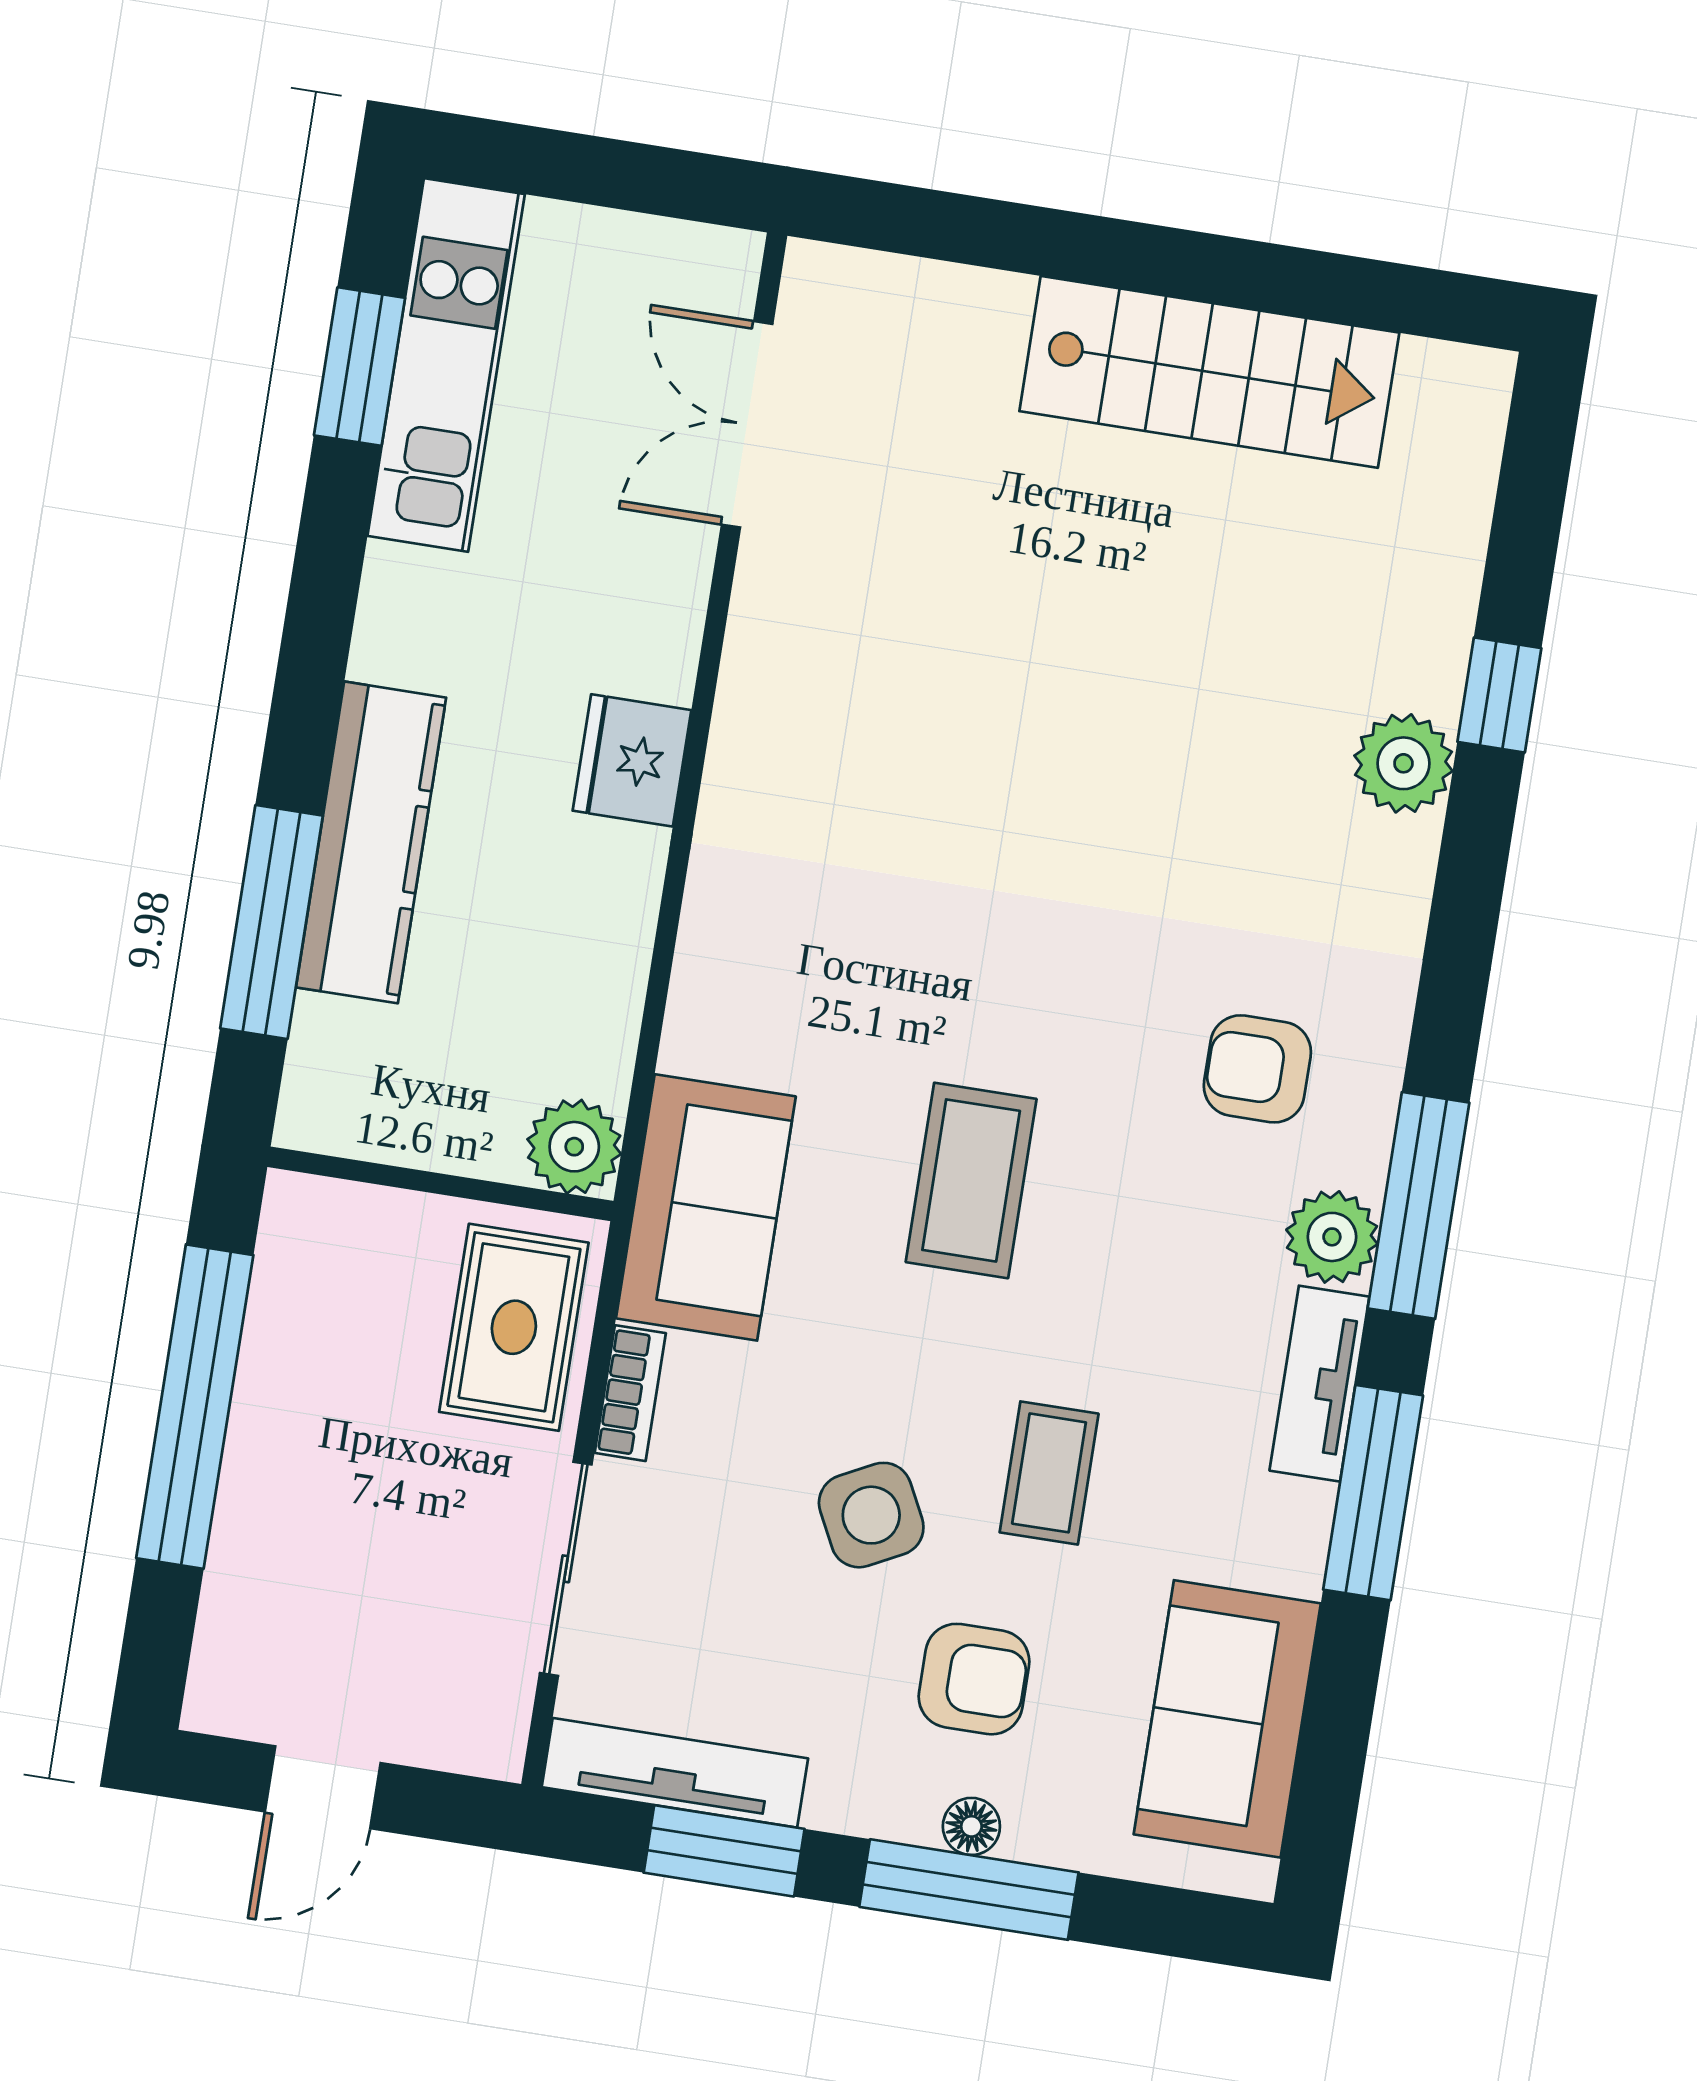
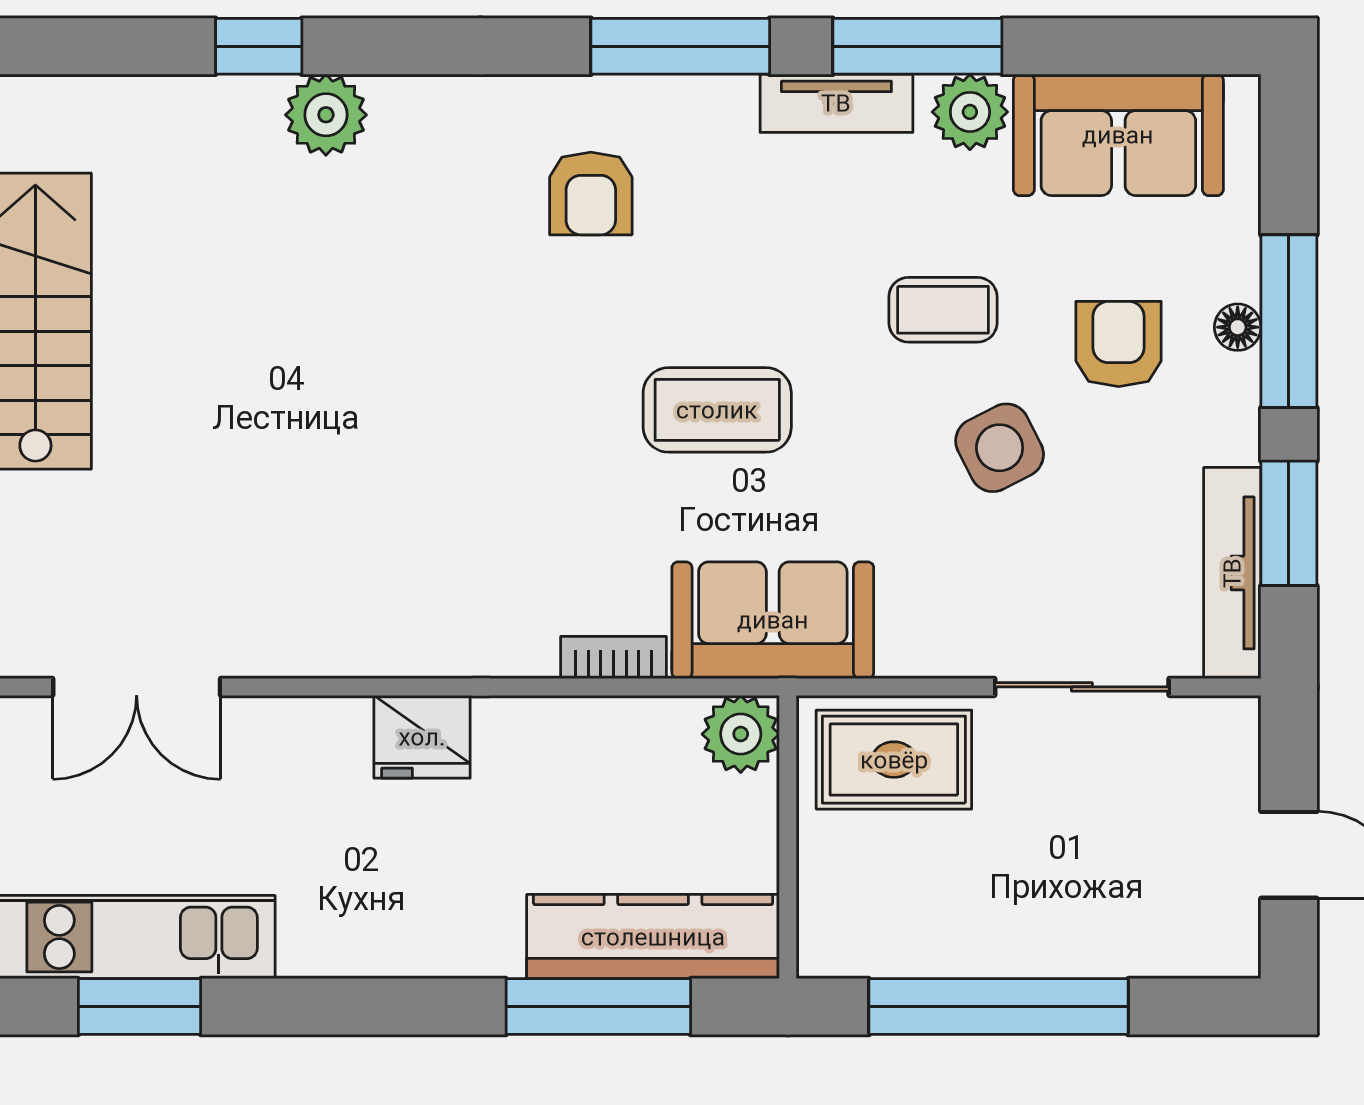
kitchen counter: (371, 842) -> (653, 937), moved
plant: (1332, 1237) -> (970, 112), moved
bookcase: (630, 1393) -> (614, 657), moved

